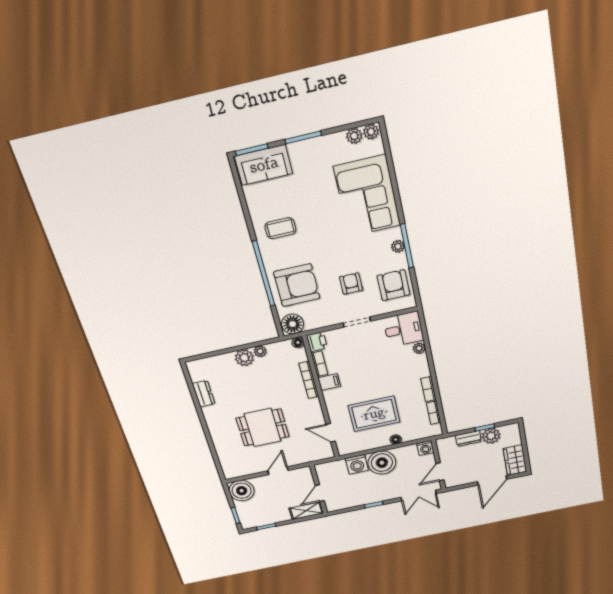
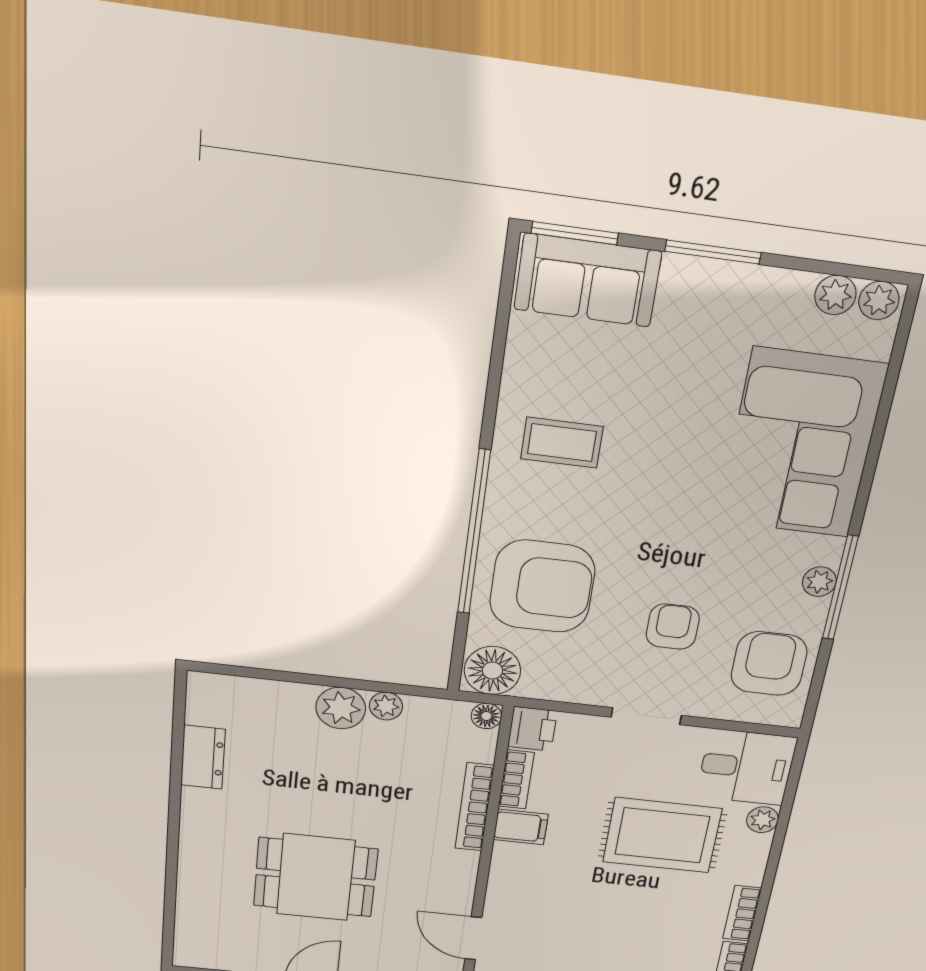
rug: (374, 414) -> (662, 835), moved

